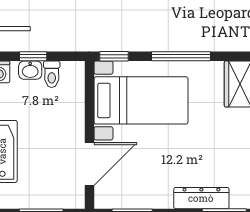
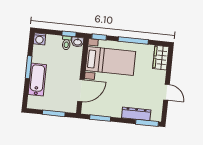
window: (33, 56) -> (69, 34), moved
washbasin: (30, 70) -> (78, 42), moved

